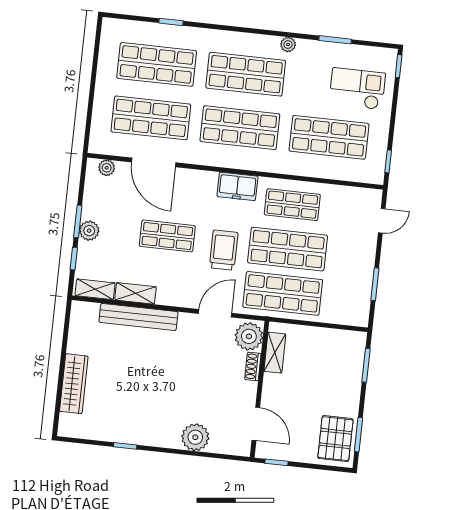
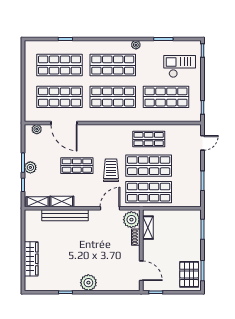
freezer: (237, 186) -> (115, 132), removed
plant: (195, 437) -> (88, 283), moved

